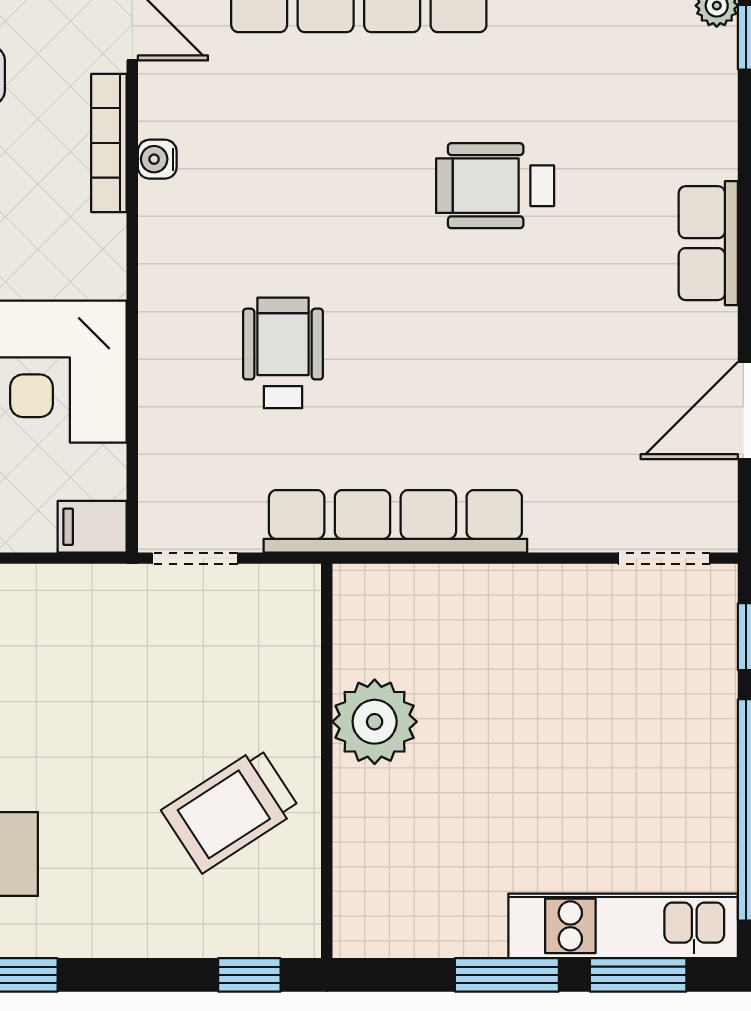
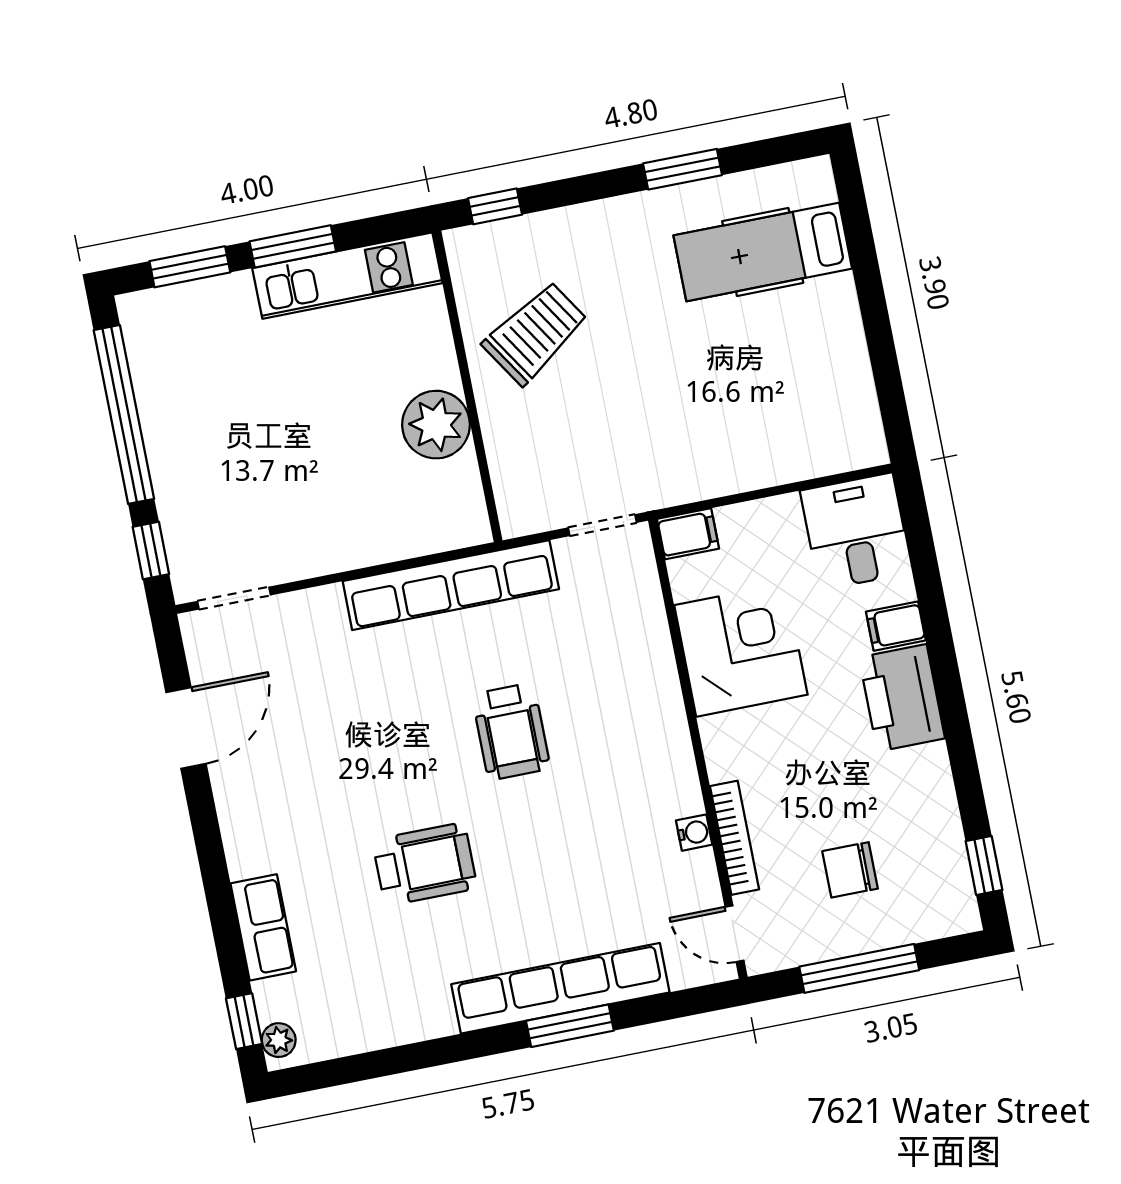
row of seats: (708, 243) -> (263, 927), moved
wheelchair: (283, 353) -> (511, 731), moved
kitchen unit: (623, 926) -> (347, 276), moved

